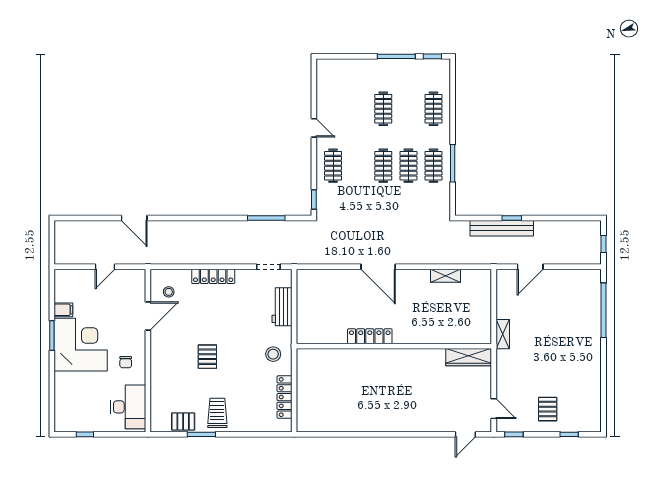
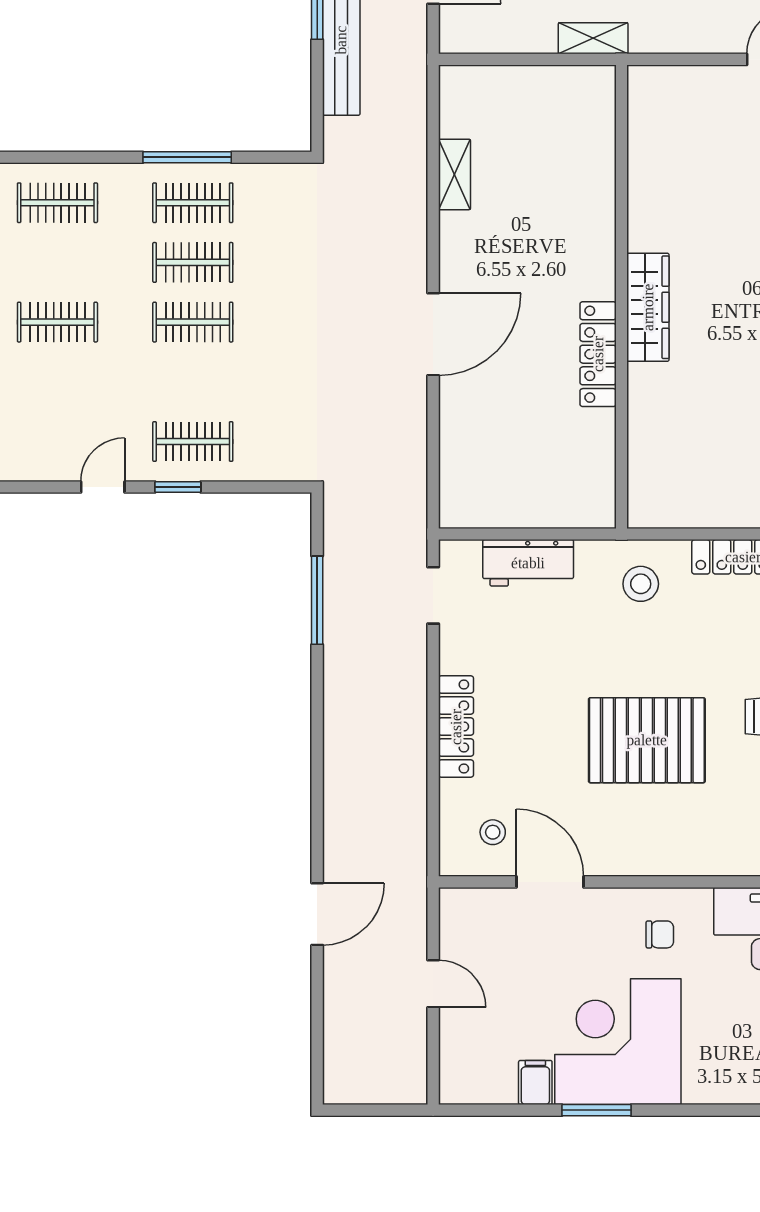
window: (314, 200) -> (178, 487), moved
pallet: (207, 357) -> (647, 740), width x2.05, depth x2.00
wardrobe: (469, 357) -> (648, 307), moved

